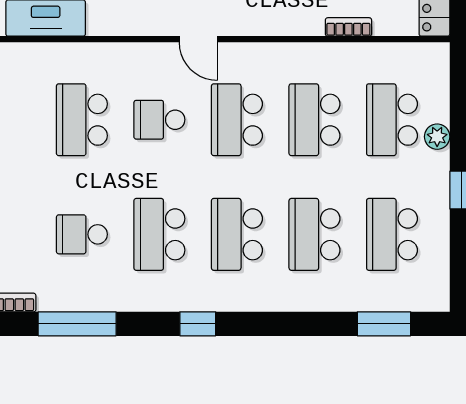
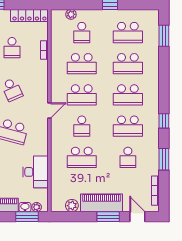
school desk: (392, 120) -> (82, 33), width x0.54
plant: (437, 137) -> (71, 14), moved
window: (77, 324) -> (164, 159), width x0.69
window: (198, 324) -> (164, 121), moved

